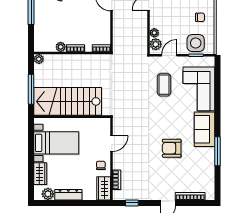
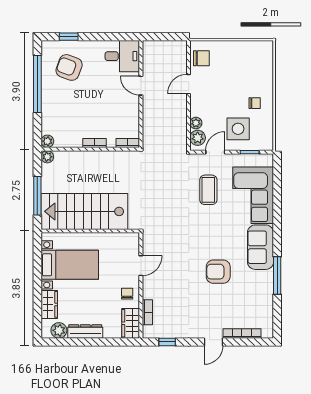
side table: (196, 43) -> (238, 129), moved
plant: (61, 47) -> (47, 141), moved

